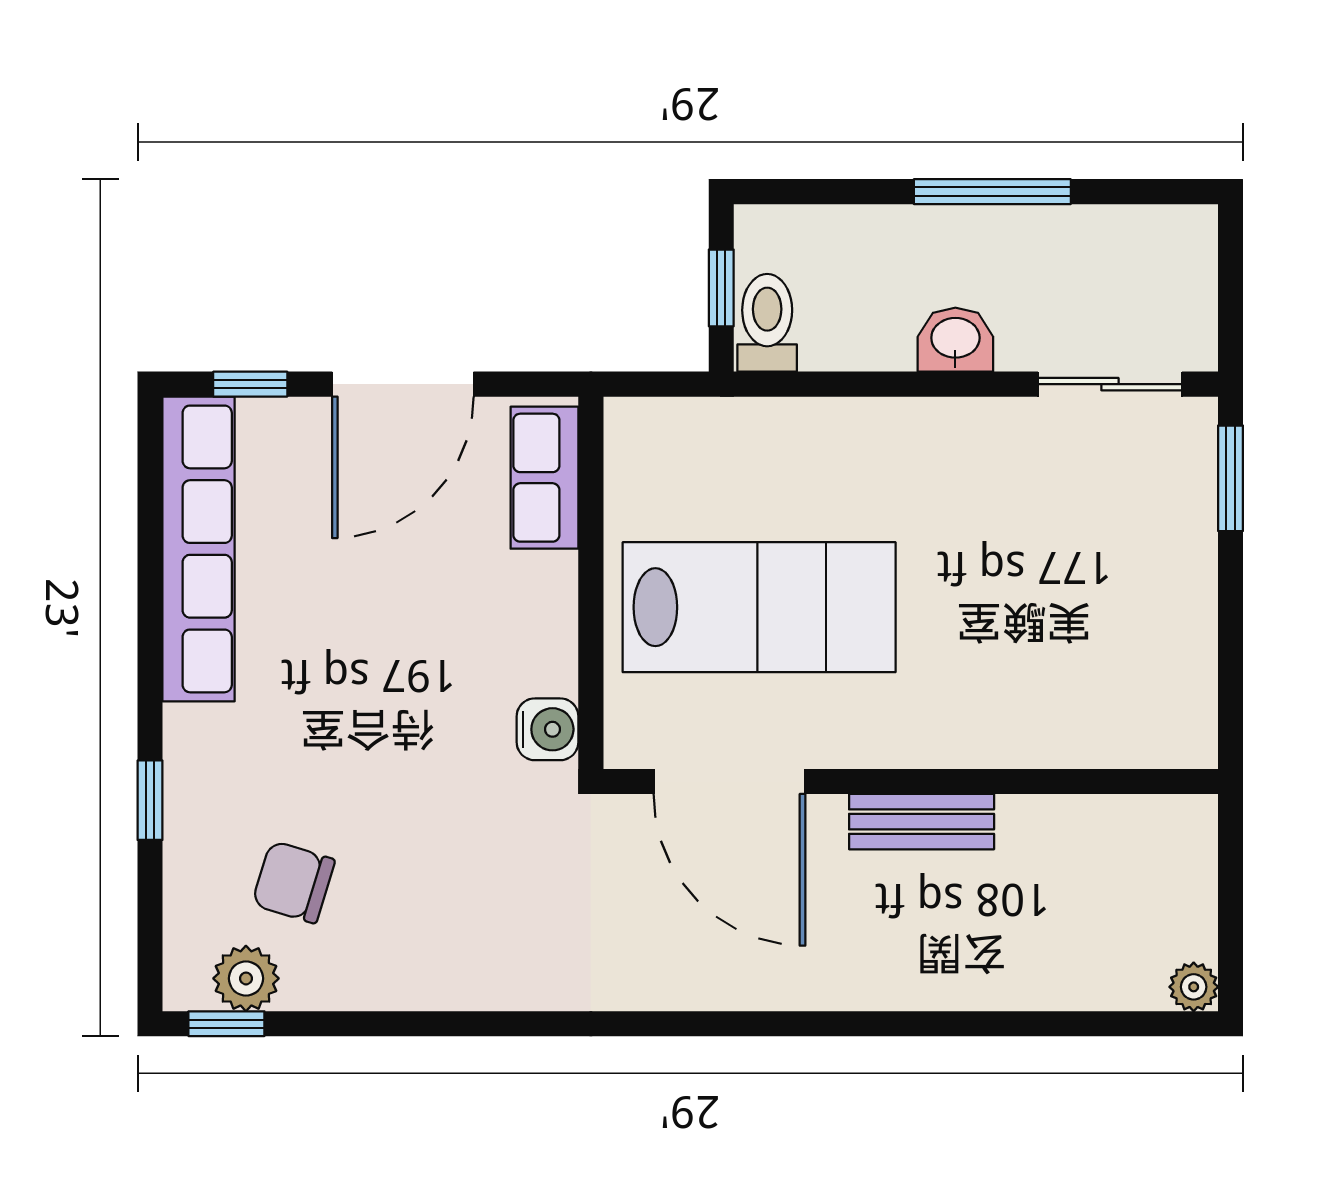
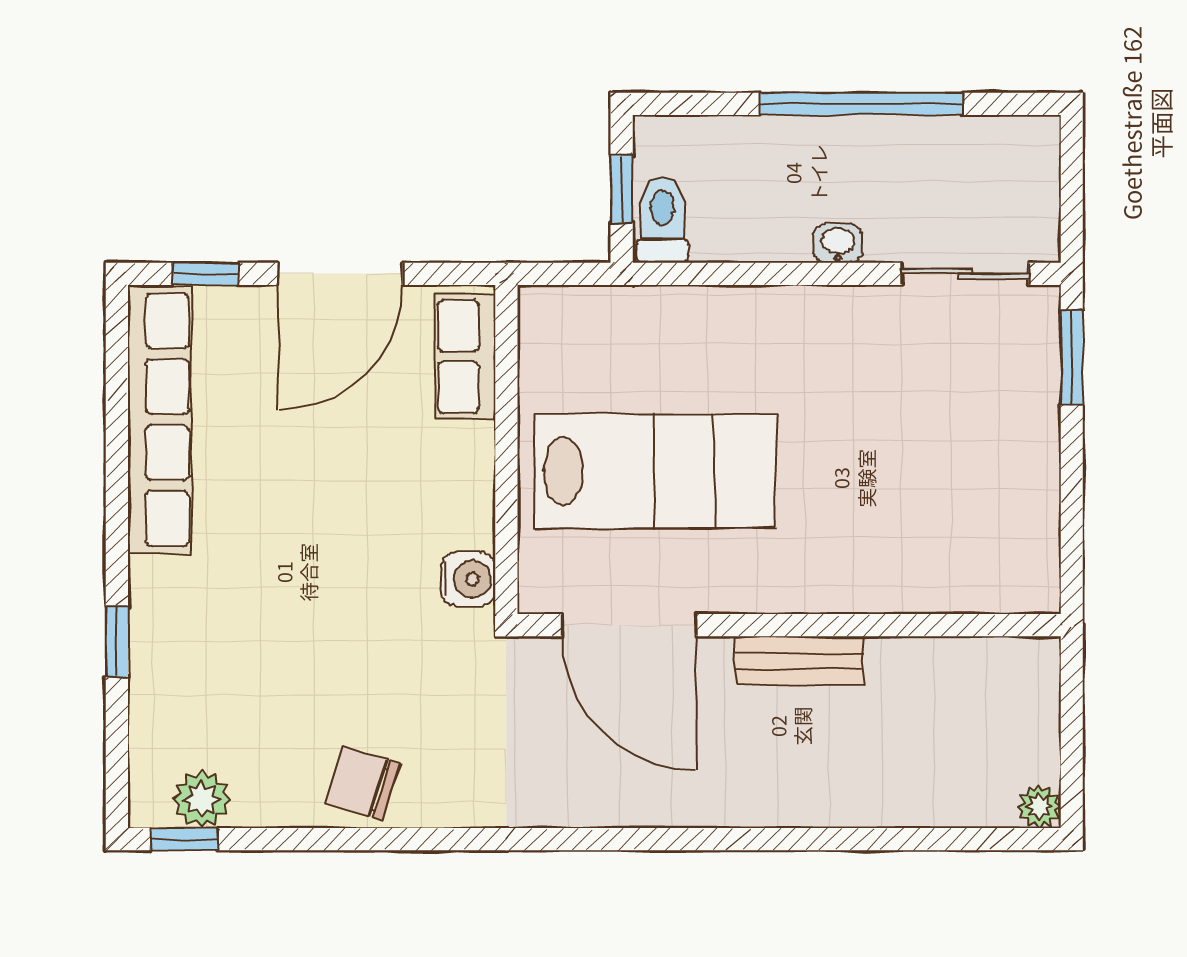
window: (992, 192) -> (861, 104), width x1.46
washbasin: (955, 340) -> (838, 243), width x0.72, depth x0.69
chair: (293, 882) -> (363, 784), moved

